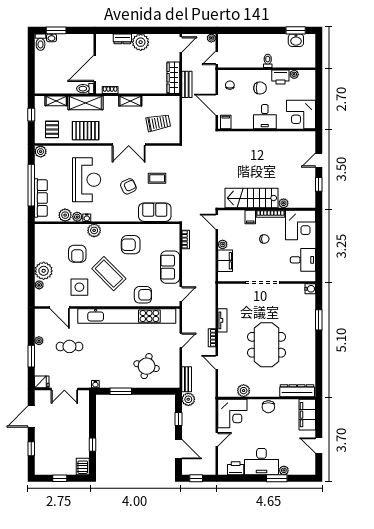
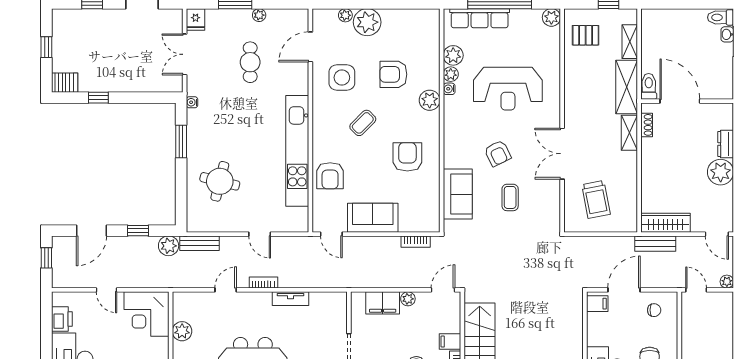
shelving: (130, 101) -> (629, 133), moved
pallet: (86, 131) -> (584, 87), removed
coffee table: (109, 274) -> (363, 123), width x0.54, depth x0.58
kitchen unit: (127, 316) -> (297, 151), width x0.73

